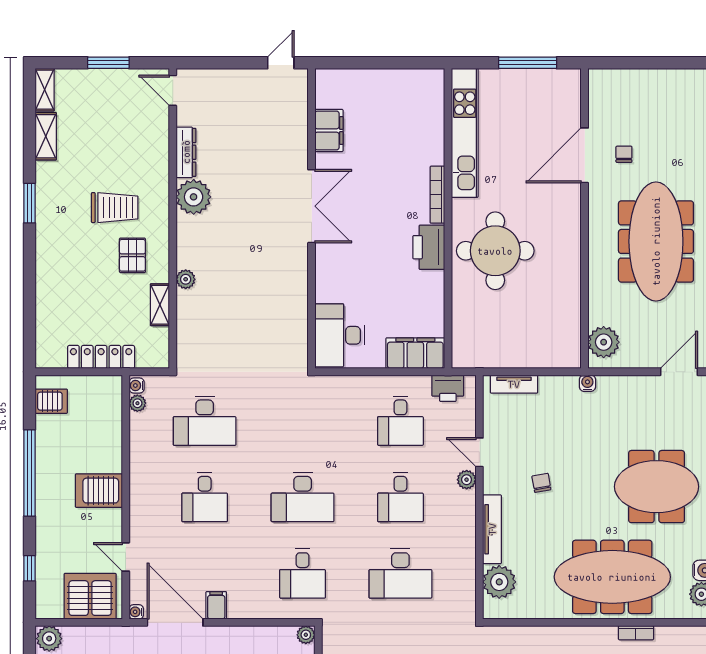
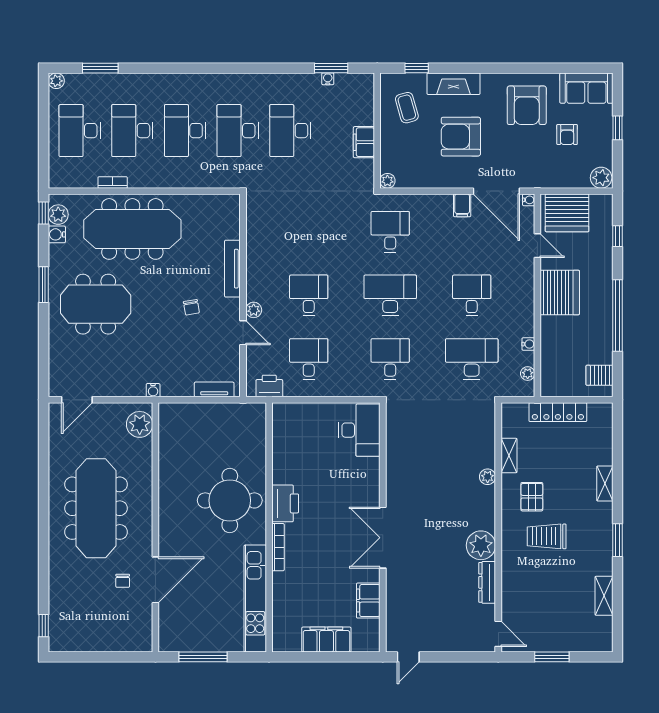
shelving: (45, 90) -> (605, 484), moved
filing cabinet: (415, 353) -> (326, 640), moved, turned 180
water cooler: (137, 386) -> (528, 344), moved
server rack: (99, 491) -> (560, 292), width x1.60
desk: (400, 573) -> (390, 359), moved, width x0.73
plant: (499, 582) -> (226, 225), removed

